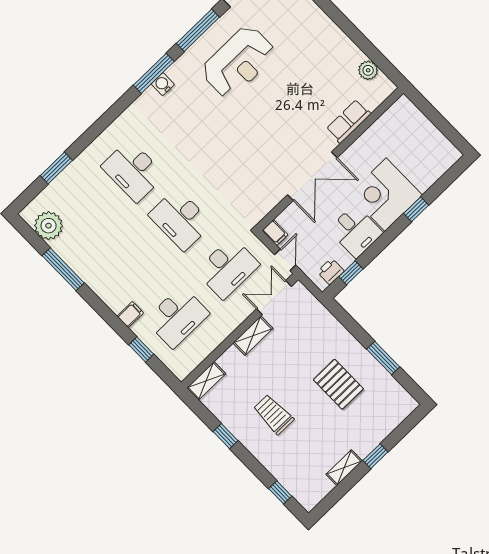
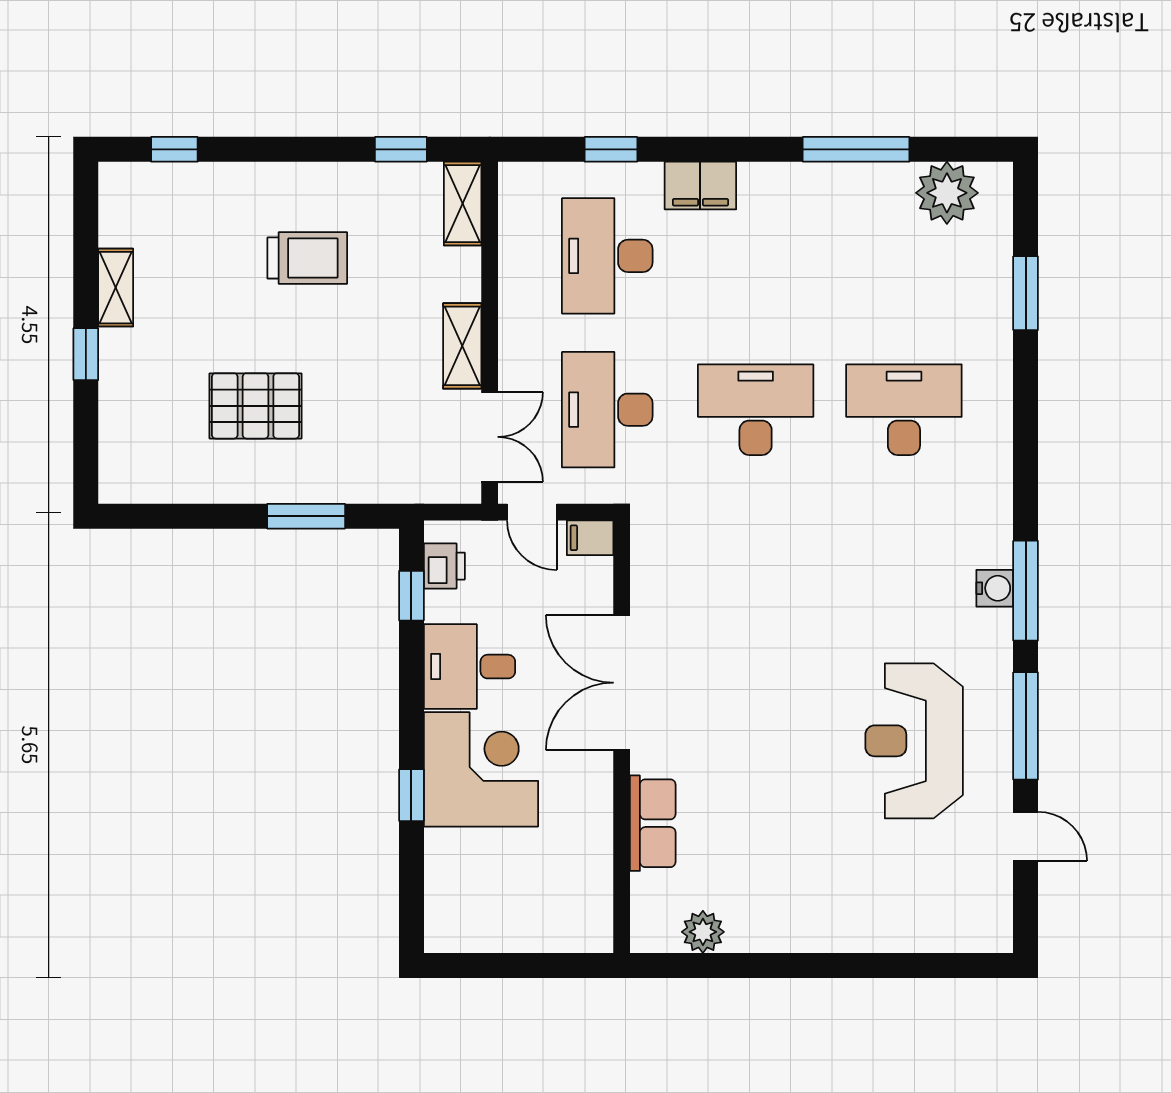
filing cabinet: (130, 315) -> (700, 186), width x2.00
window: (383, 358) -> (306, 516), moved
window: (225, 436) -> (401, 149), moved

